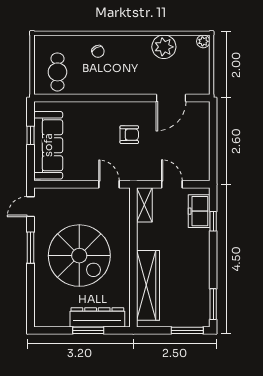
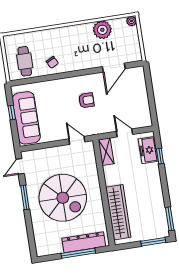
chair: (98, 51) -> (52, 62), moved
window: (88, 330) -> (78, 253), width x1.44

